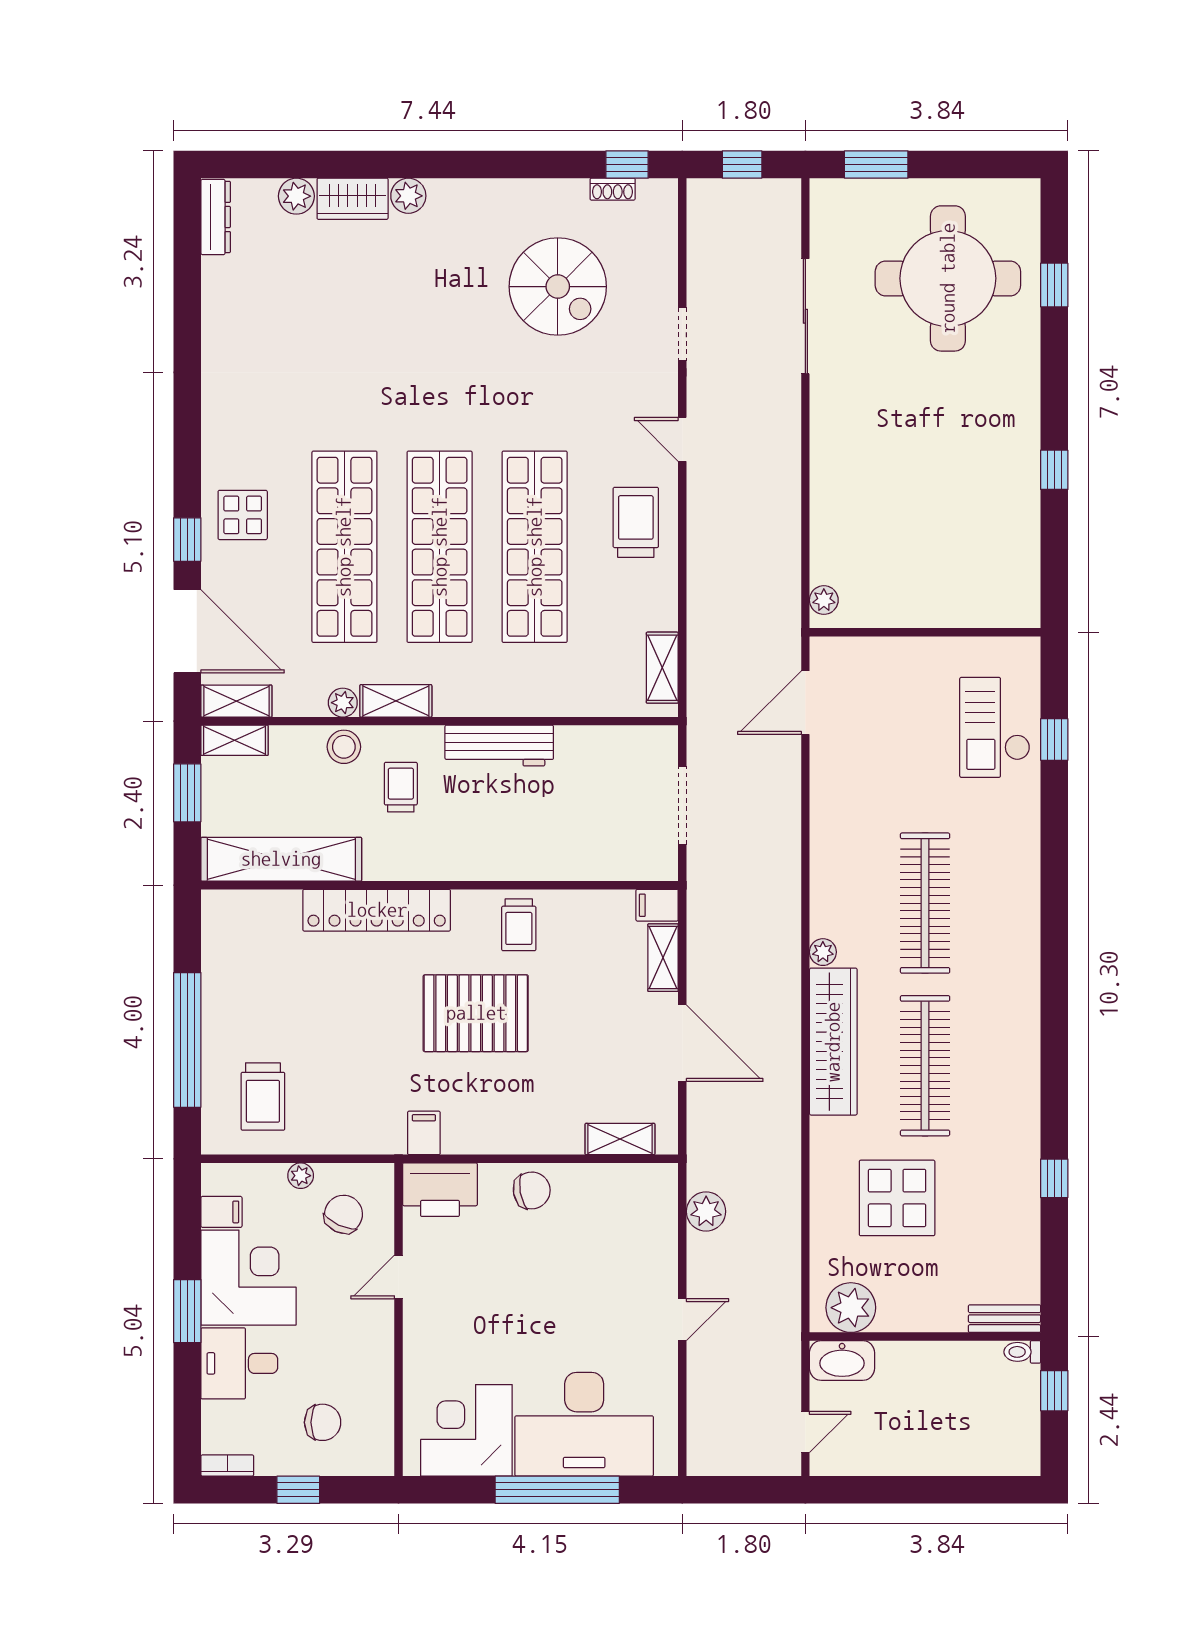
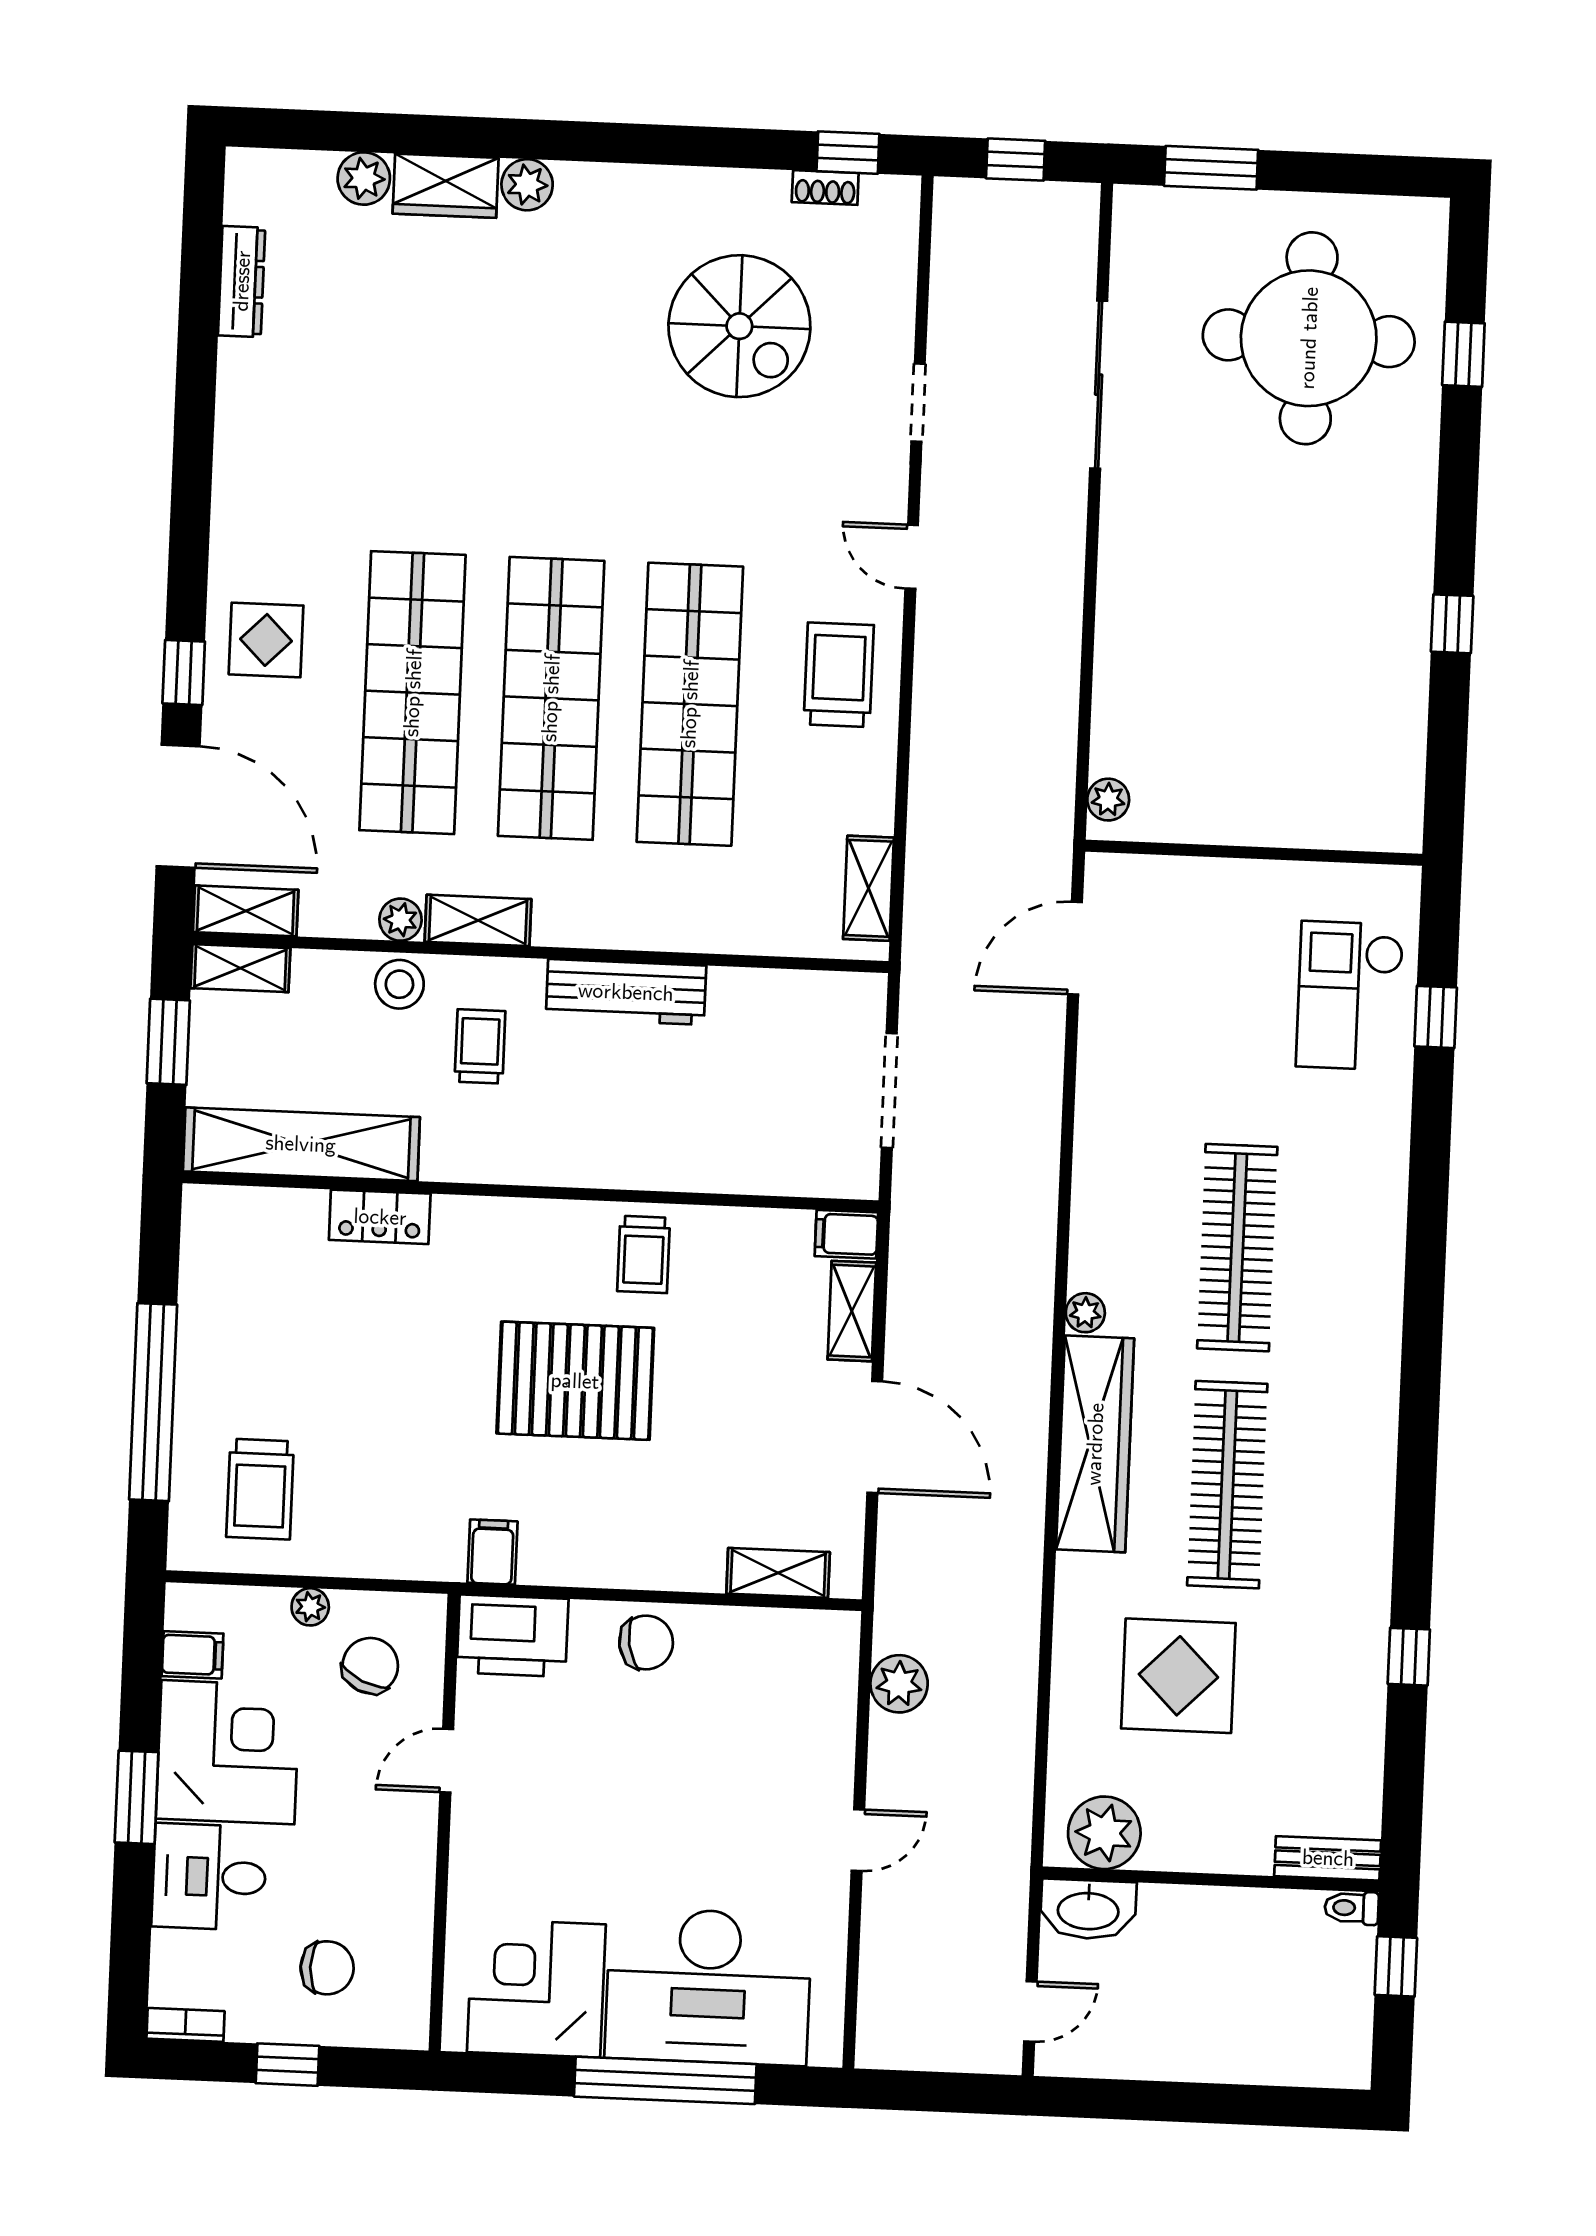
dresser: (216, 217) -> (242, 281), moved
locker: (377, 910) -> (380, 1217), width x0.46, depth x0.83

